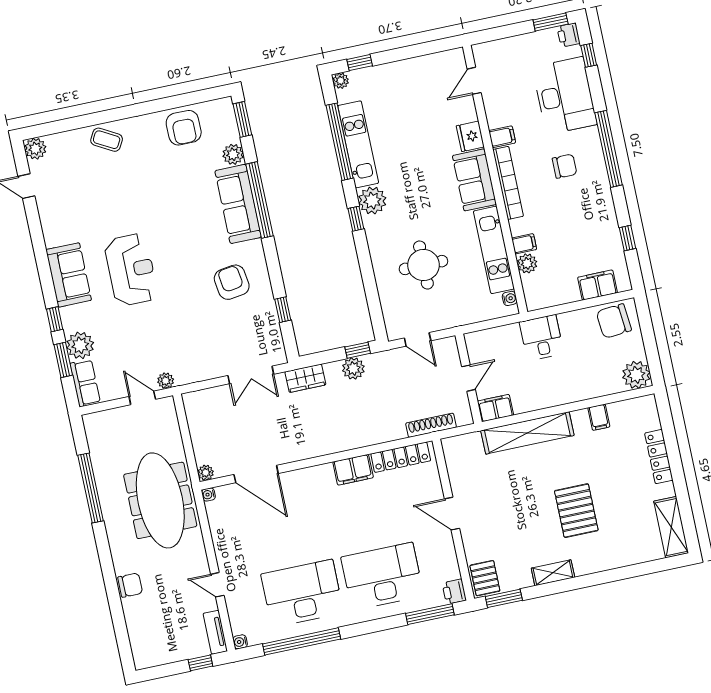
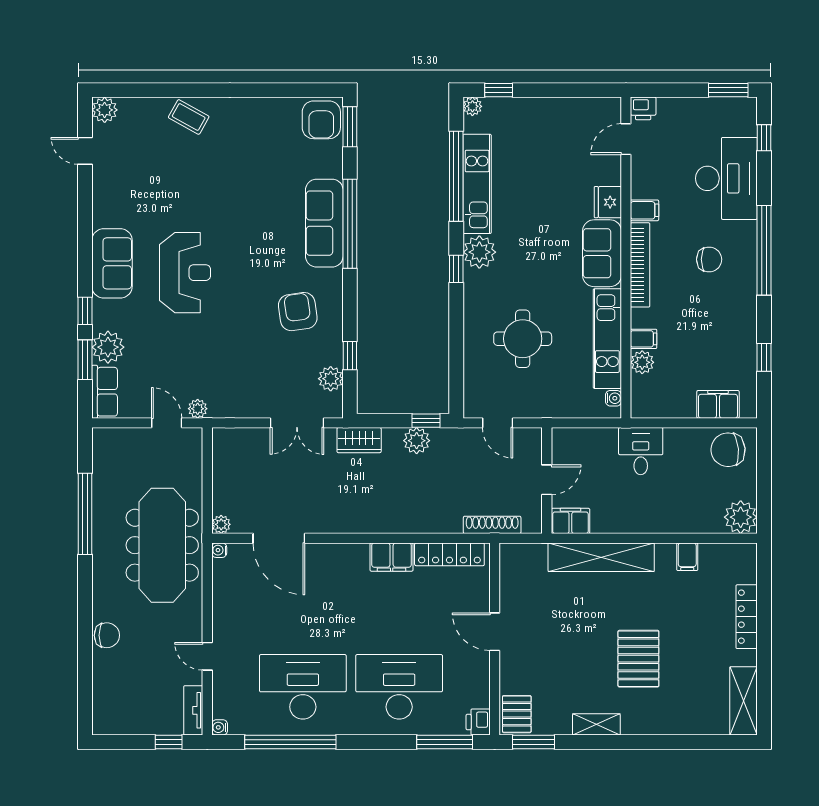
printer: (568, 35) -> (643, 108), moved, turned -90
armchair: (184, 128) -> (321, 120), moved
plant: (233, 154) -> (331, 379), moved

